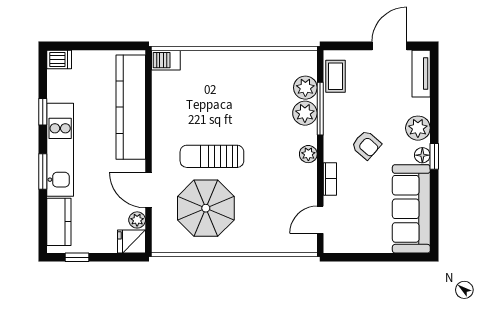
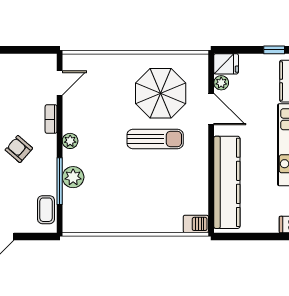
plant: (305, 88) -> (73, 200), removed

